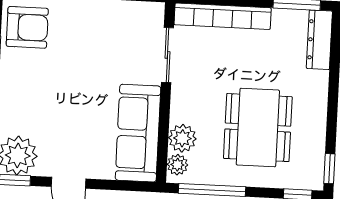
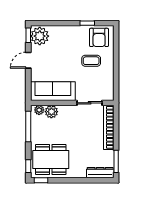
coffee table: (77, 47) -> (91, 61), added
dining table: (258, 128) -> (51, 159), moved

